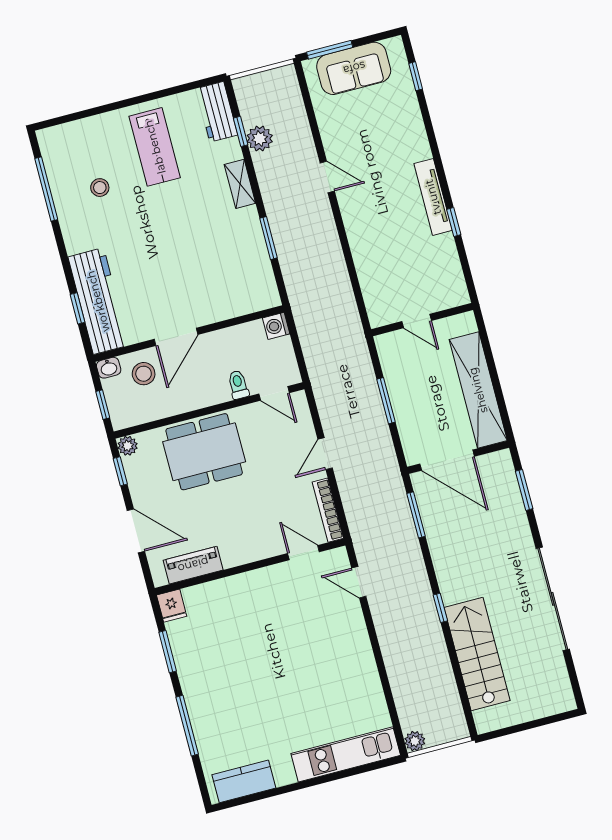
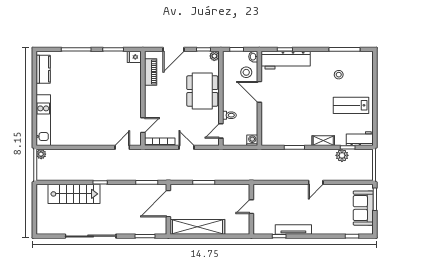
wall: (422, 320) -> (251, 209), moved
door: (417, 321) -> (251, 207), moved

